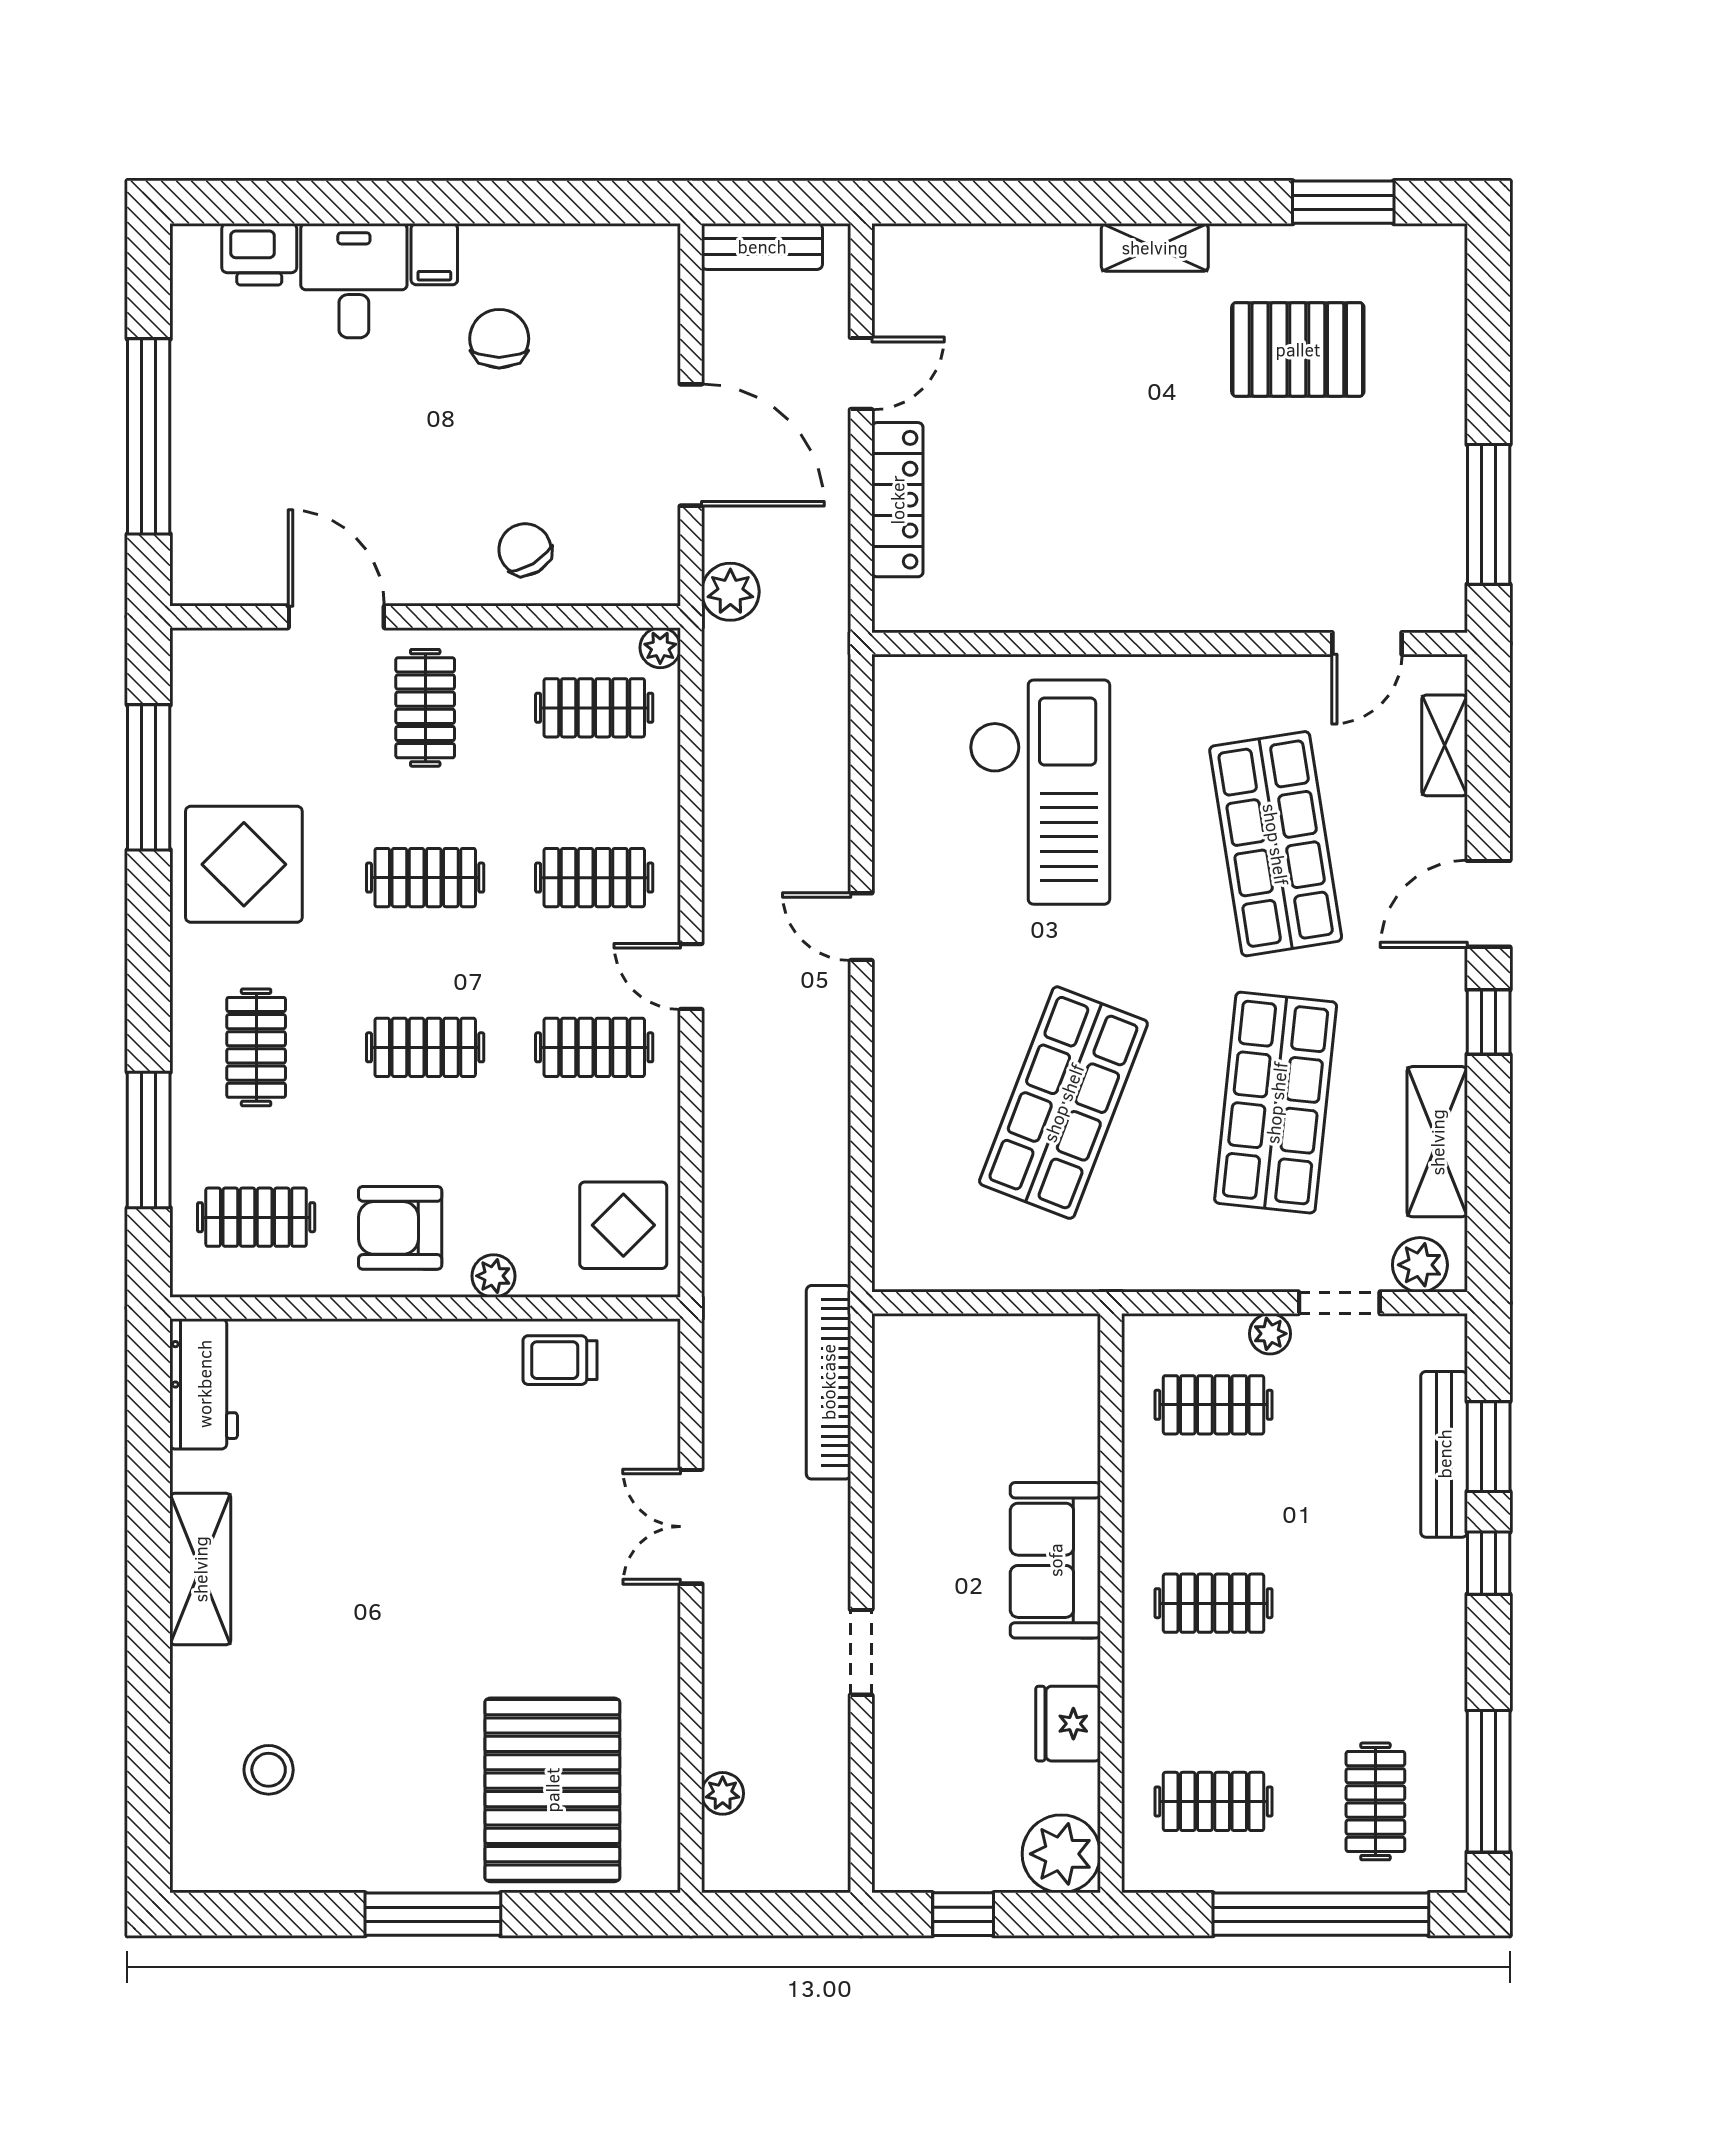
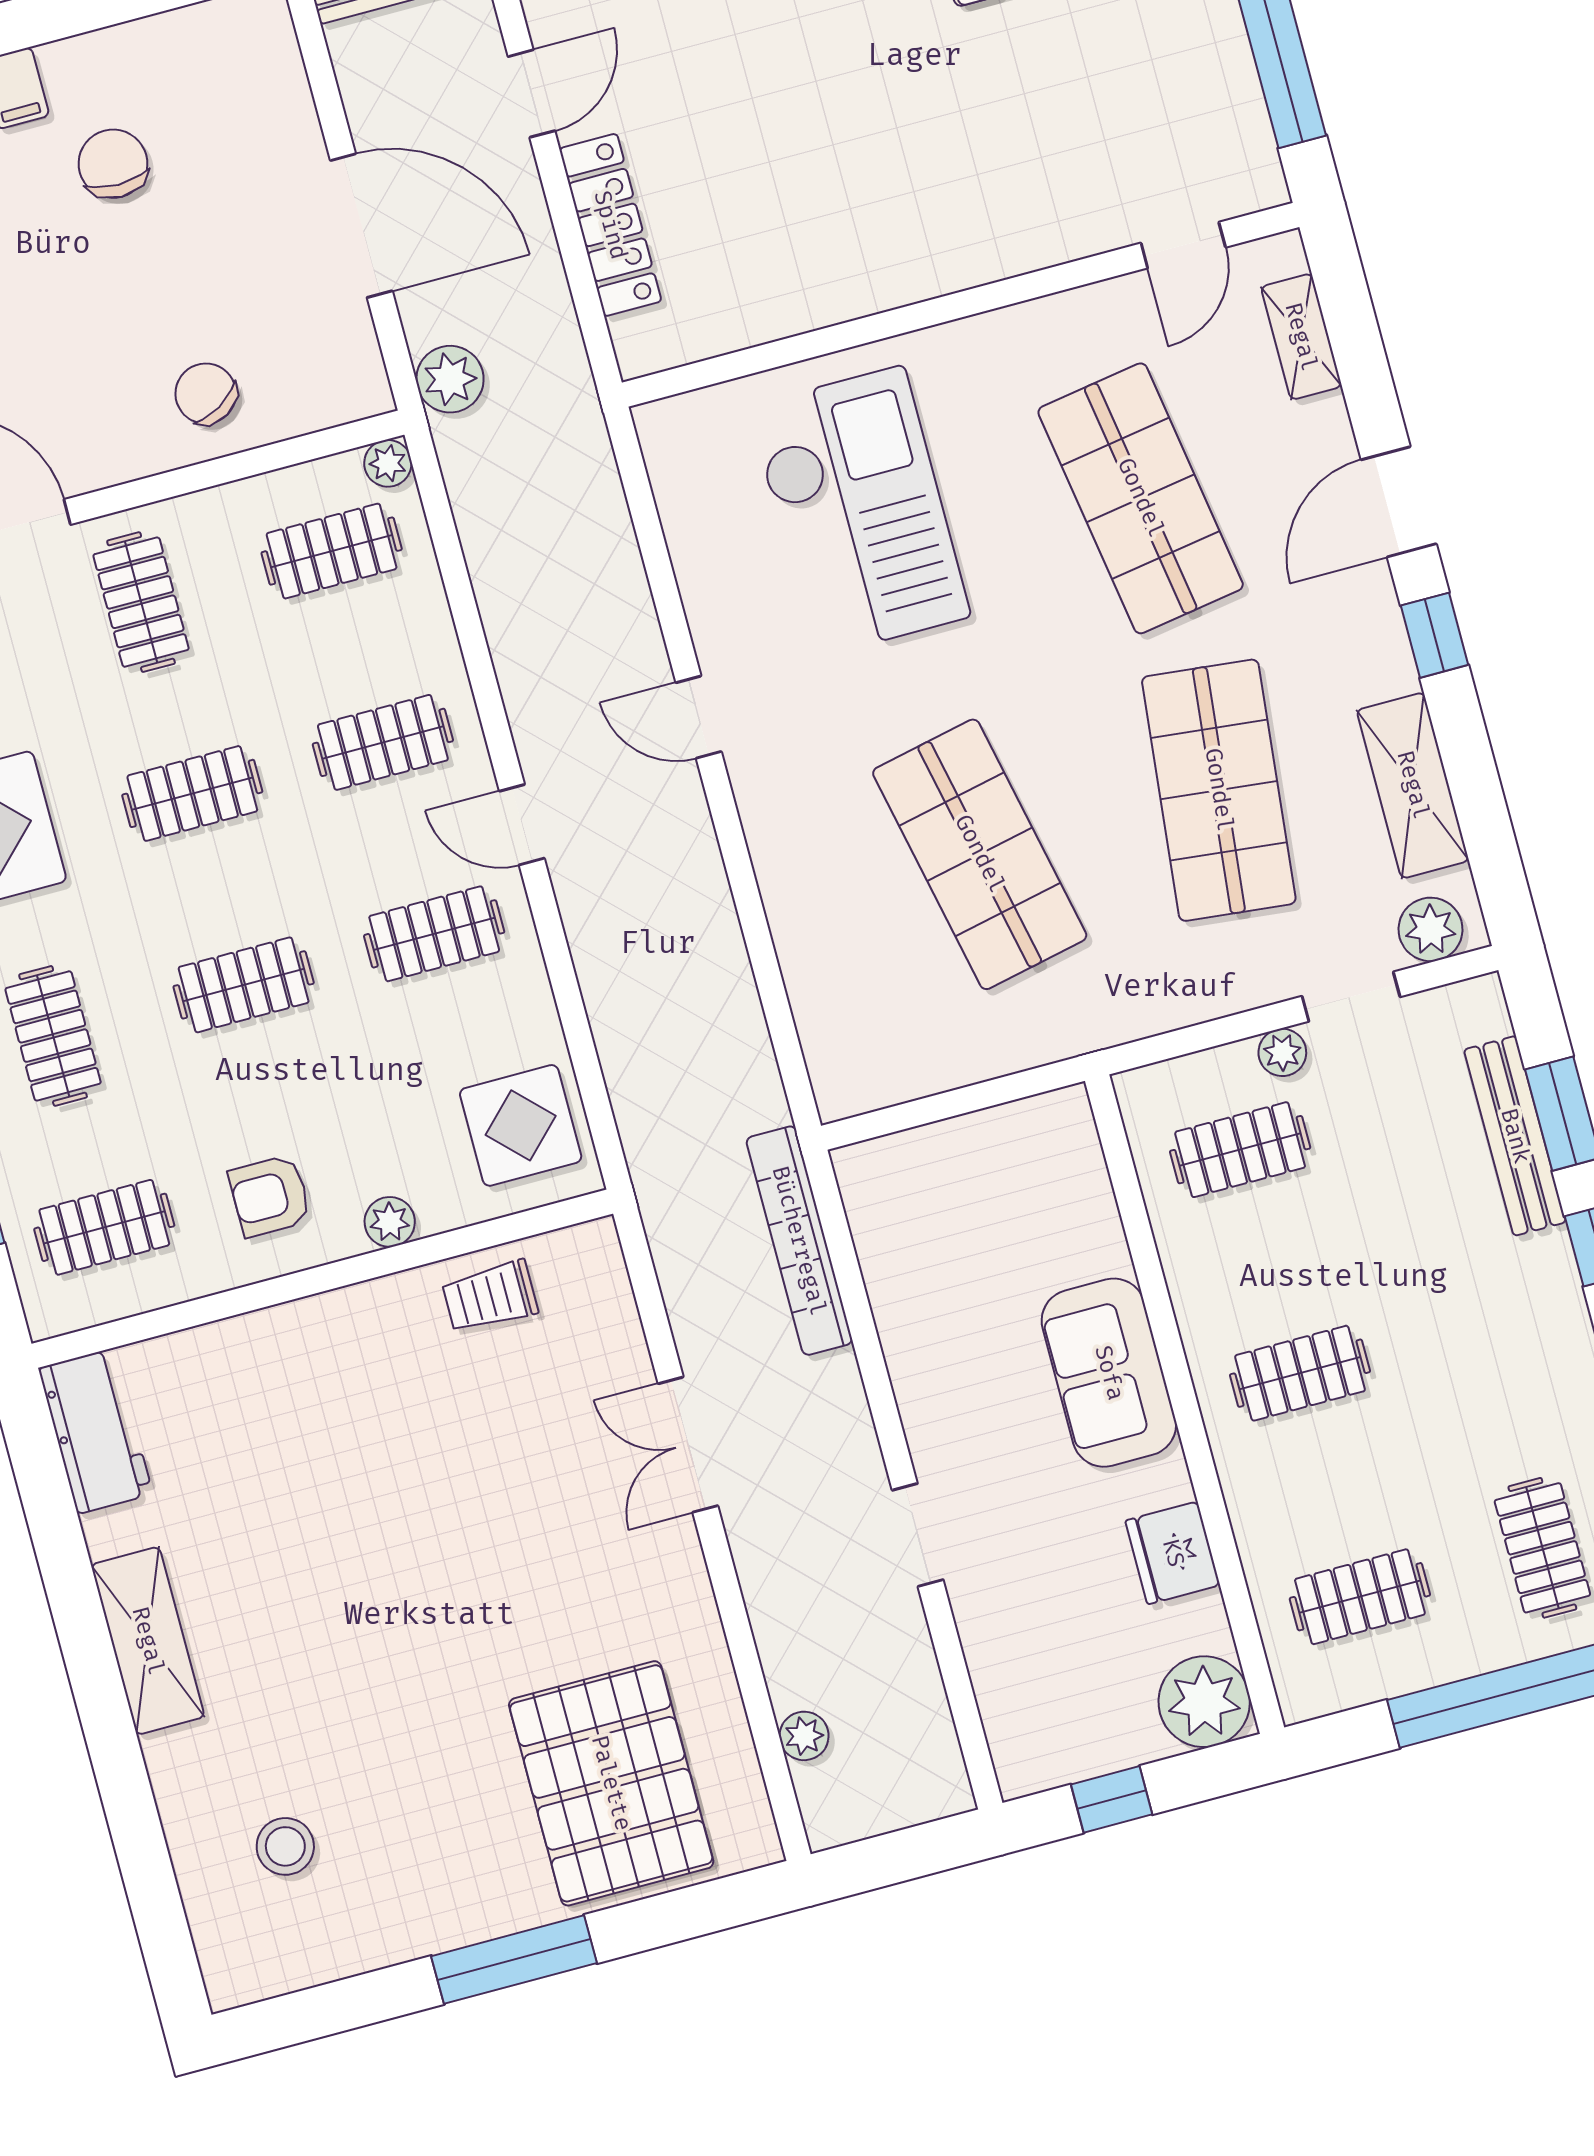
shop shelf: (1063, 1103) -> (980, 854), turned -33
armchair: (400, 1228) -> (270, 1196), width x0.72, depth x0.72

